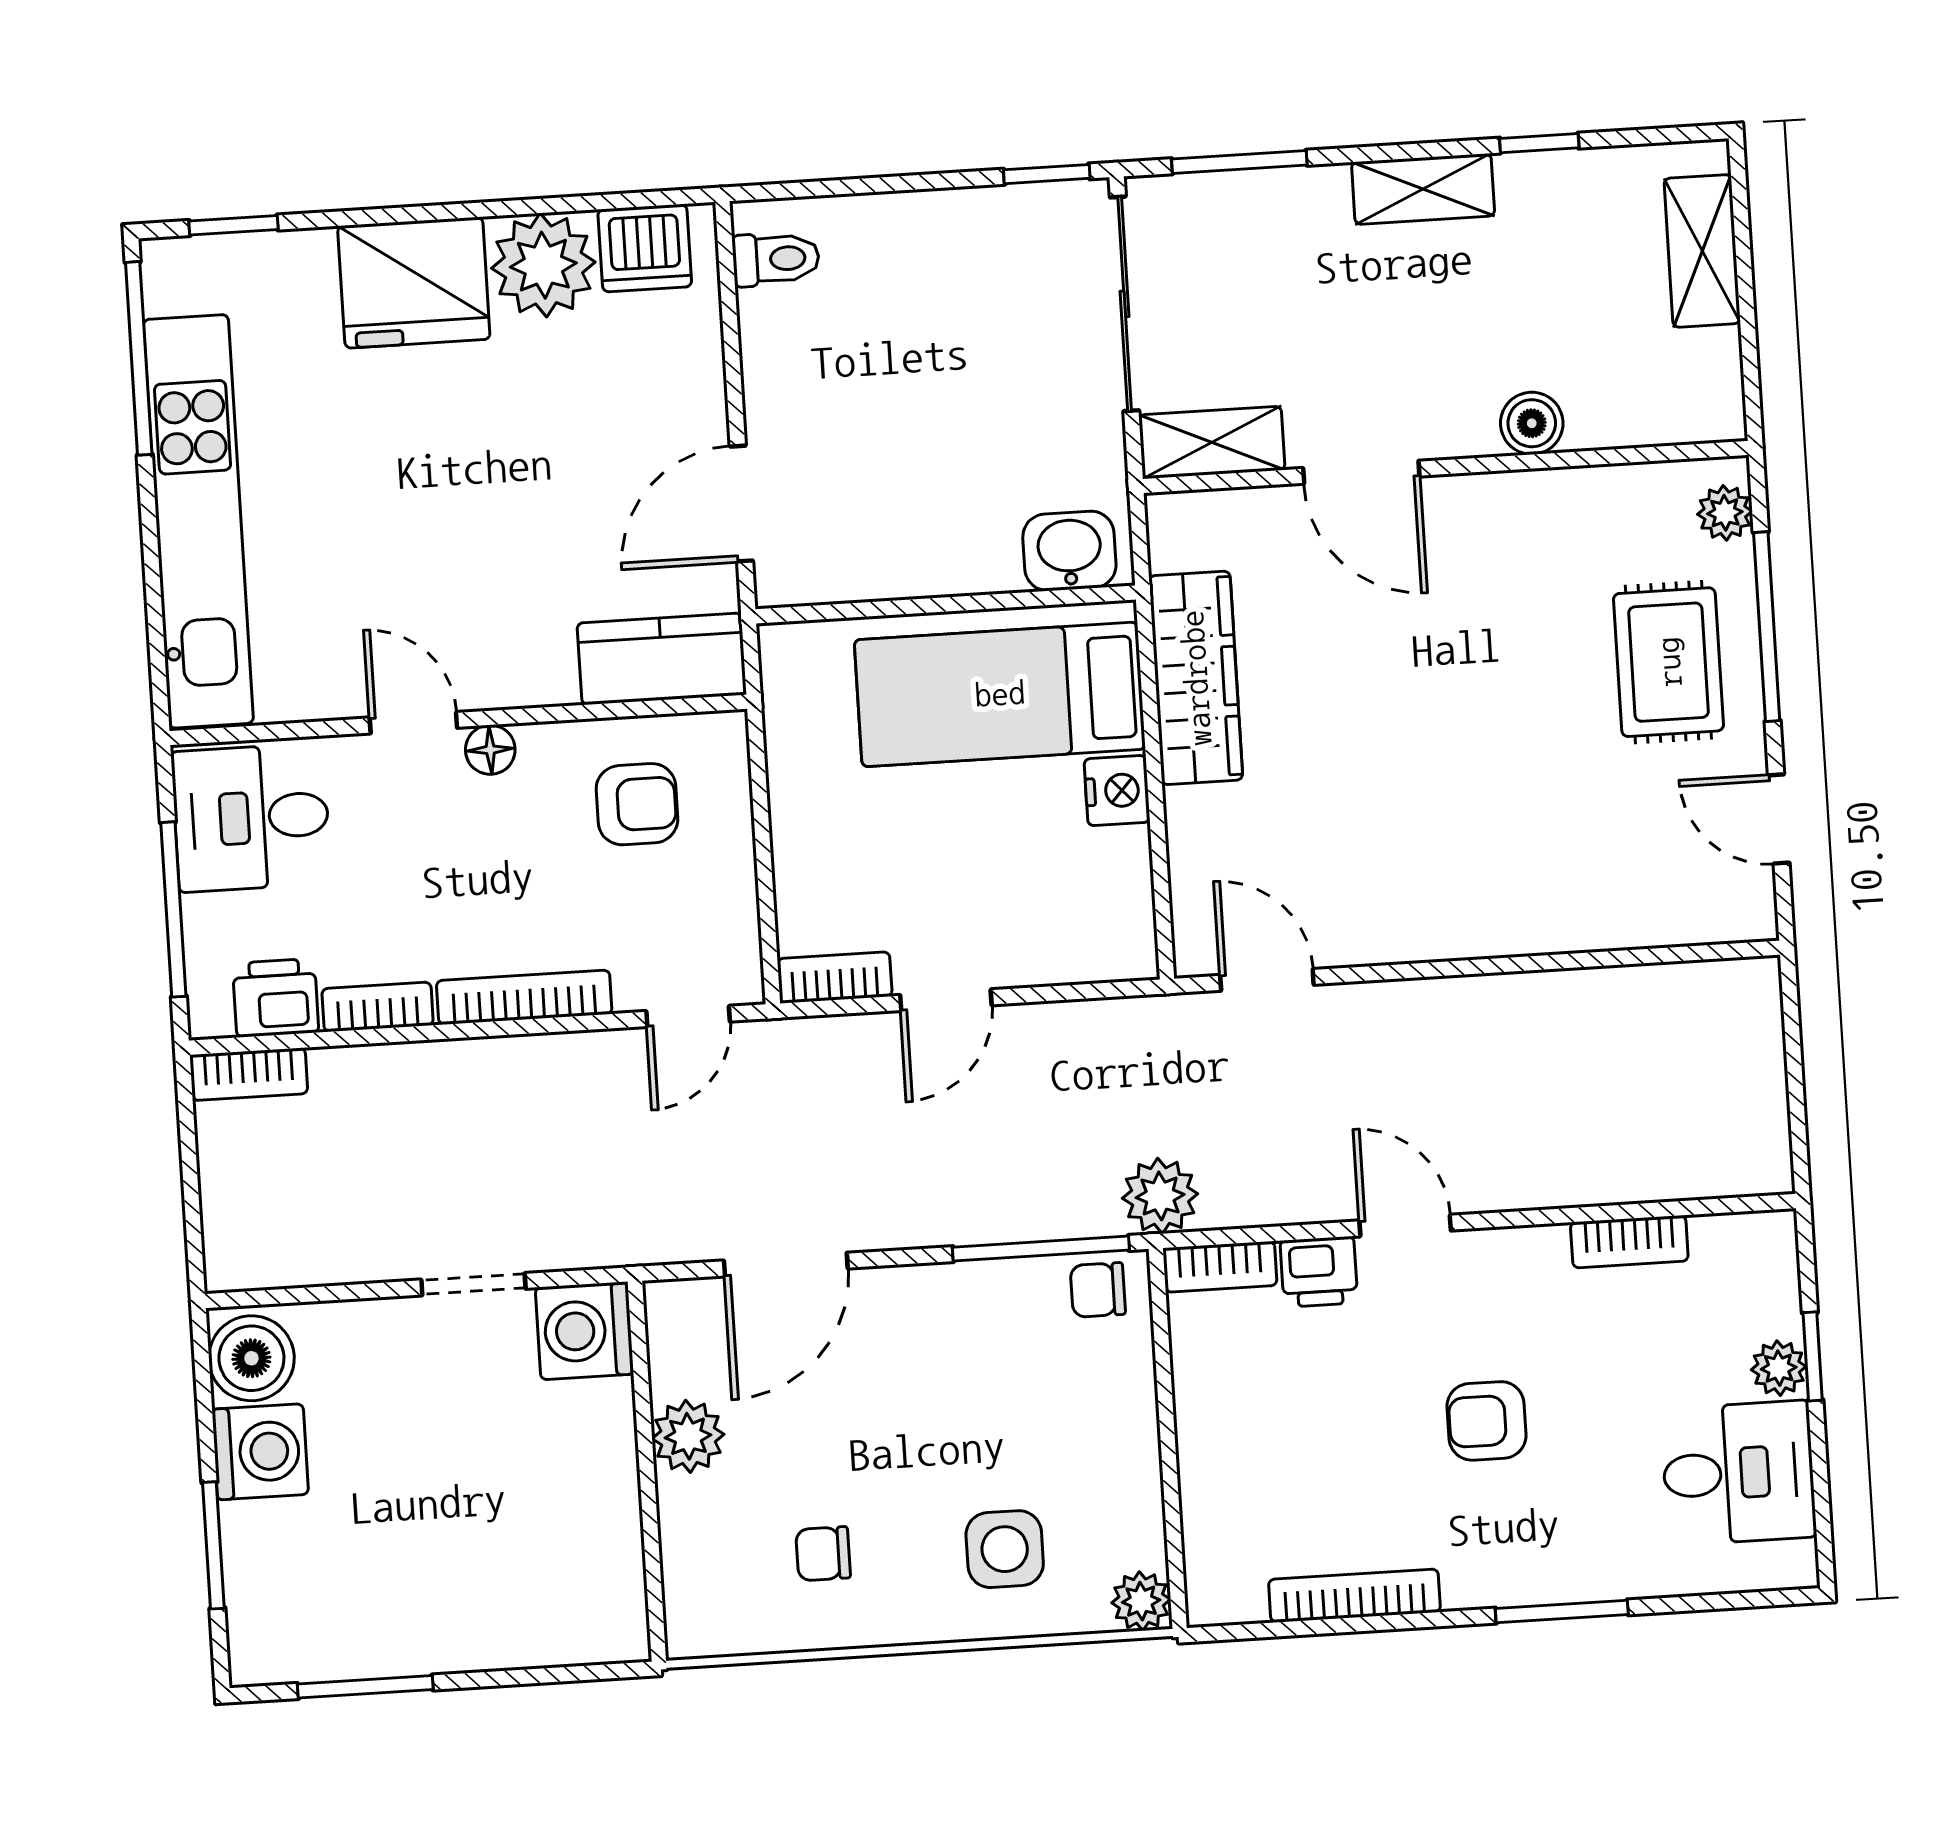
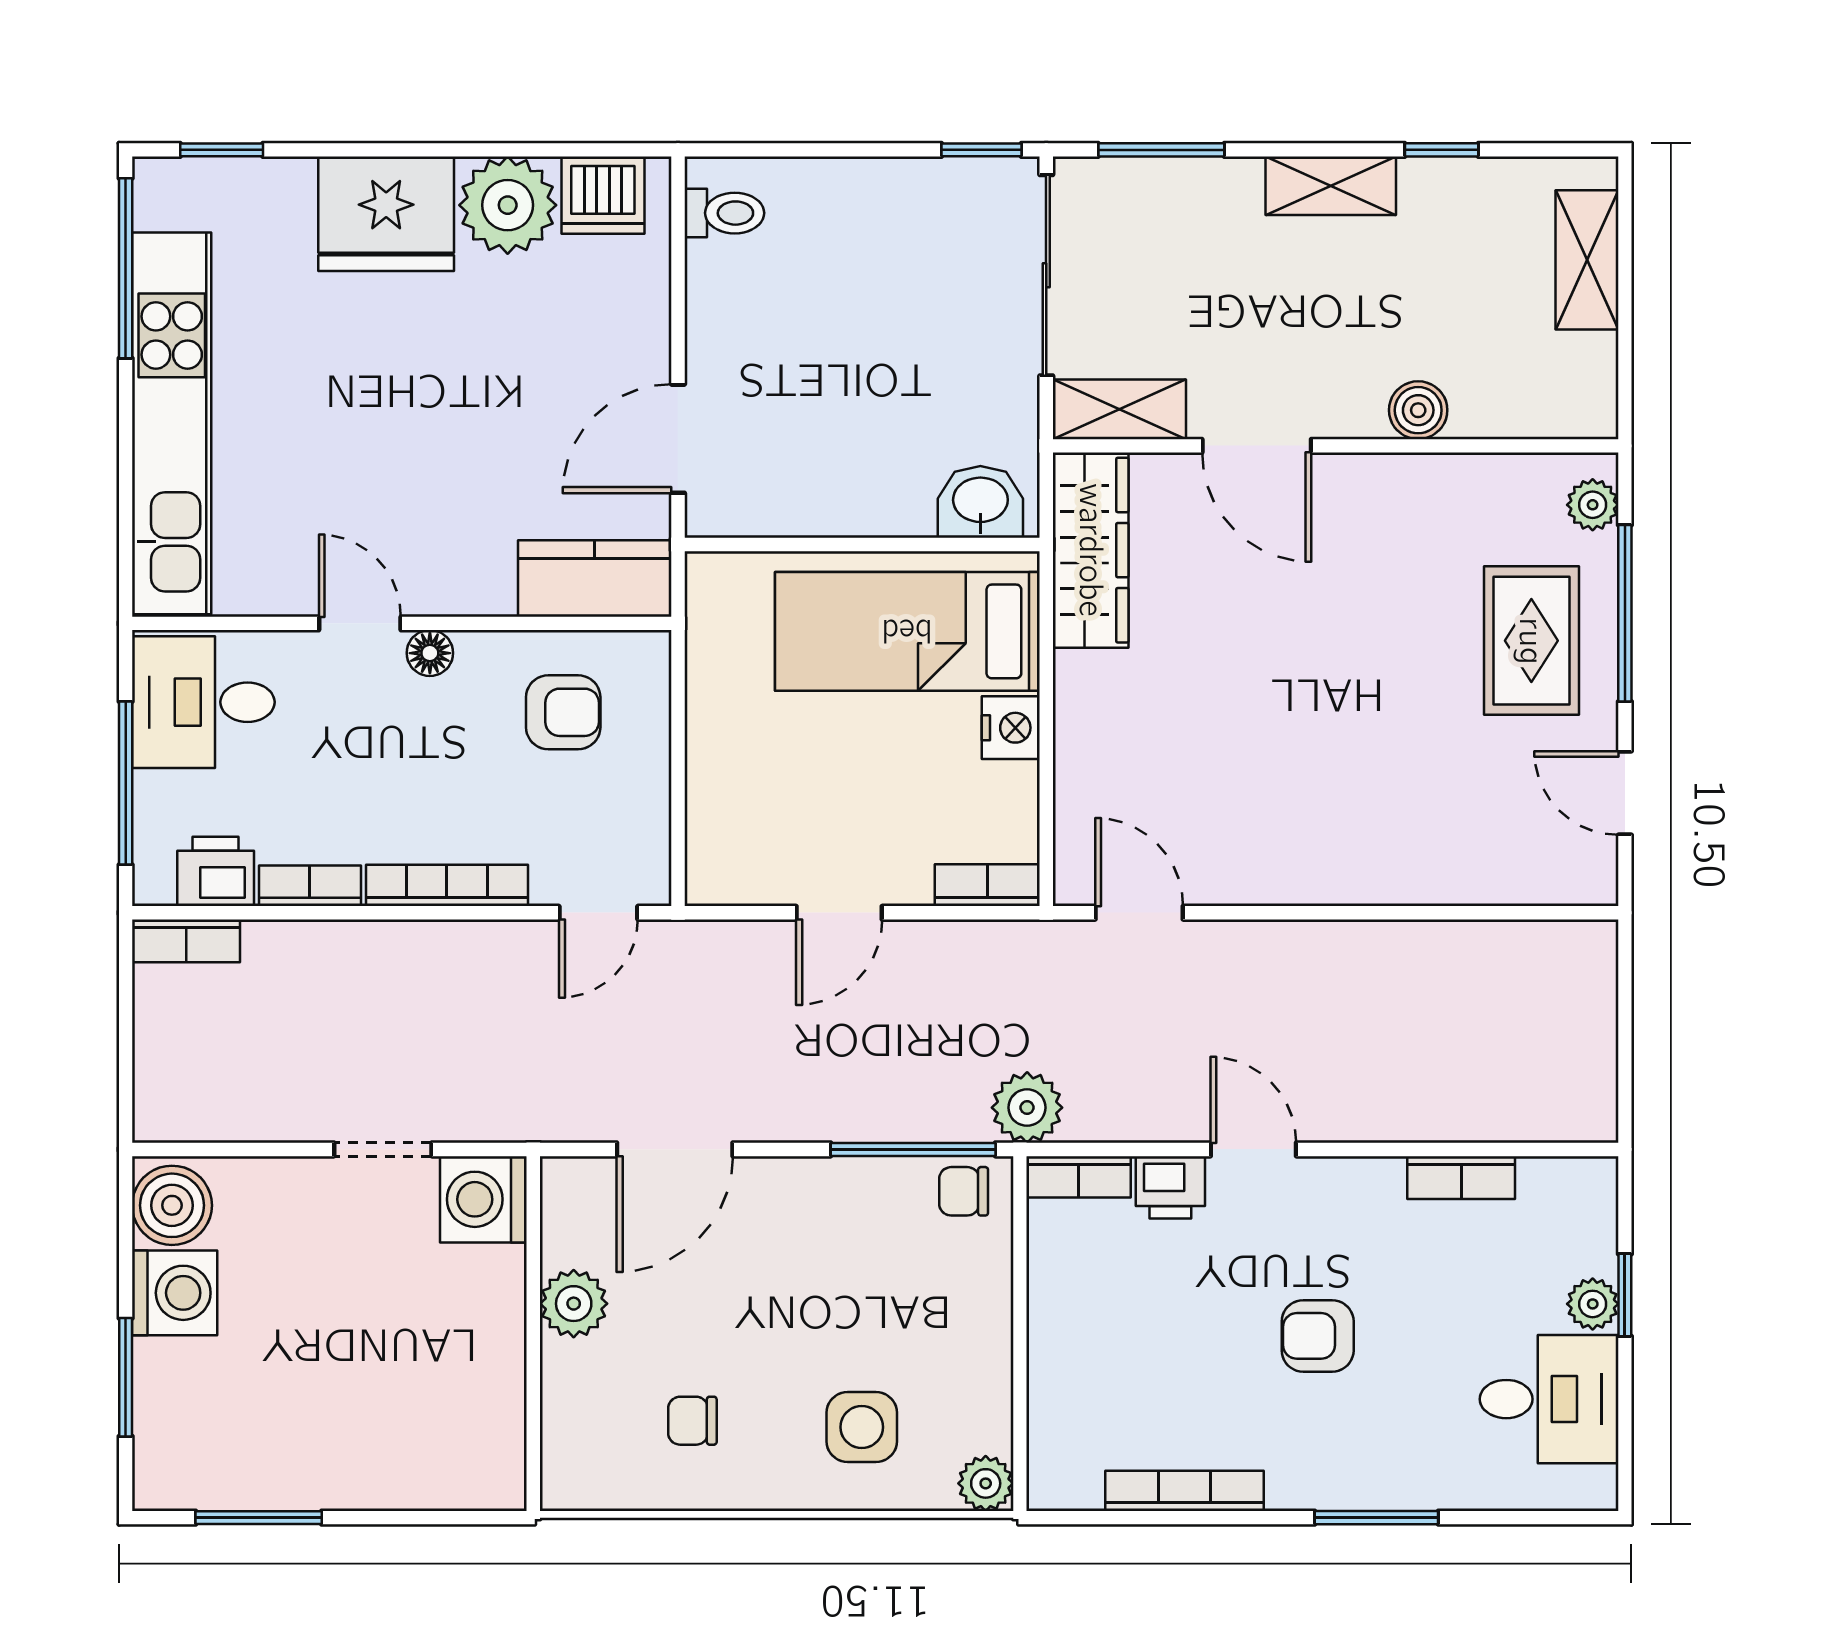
wardrobe: (1196, 678) -> (1091, 550), moved
bookcase: (835, 978) -> (987, 885), moved

